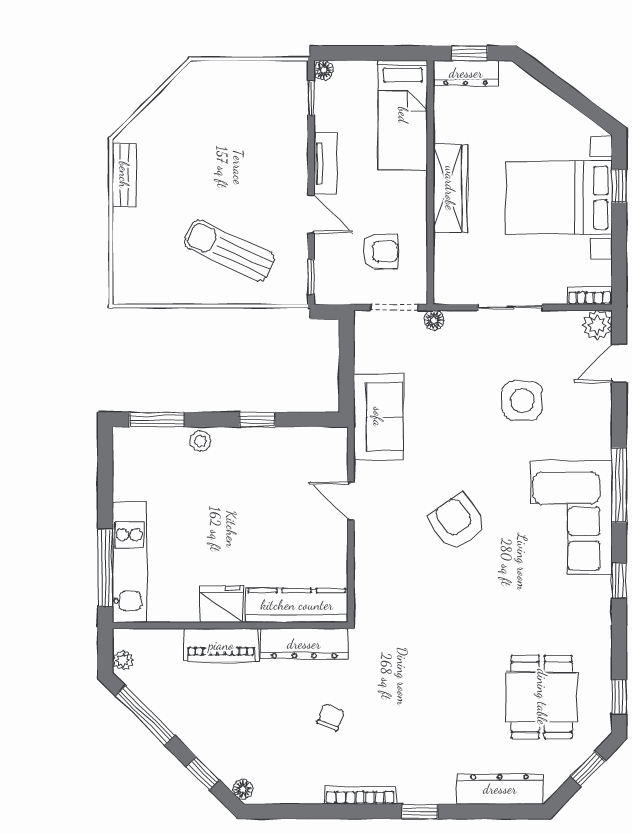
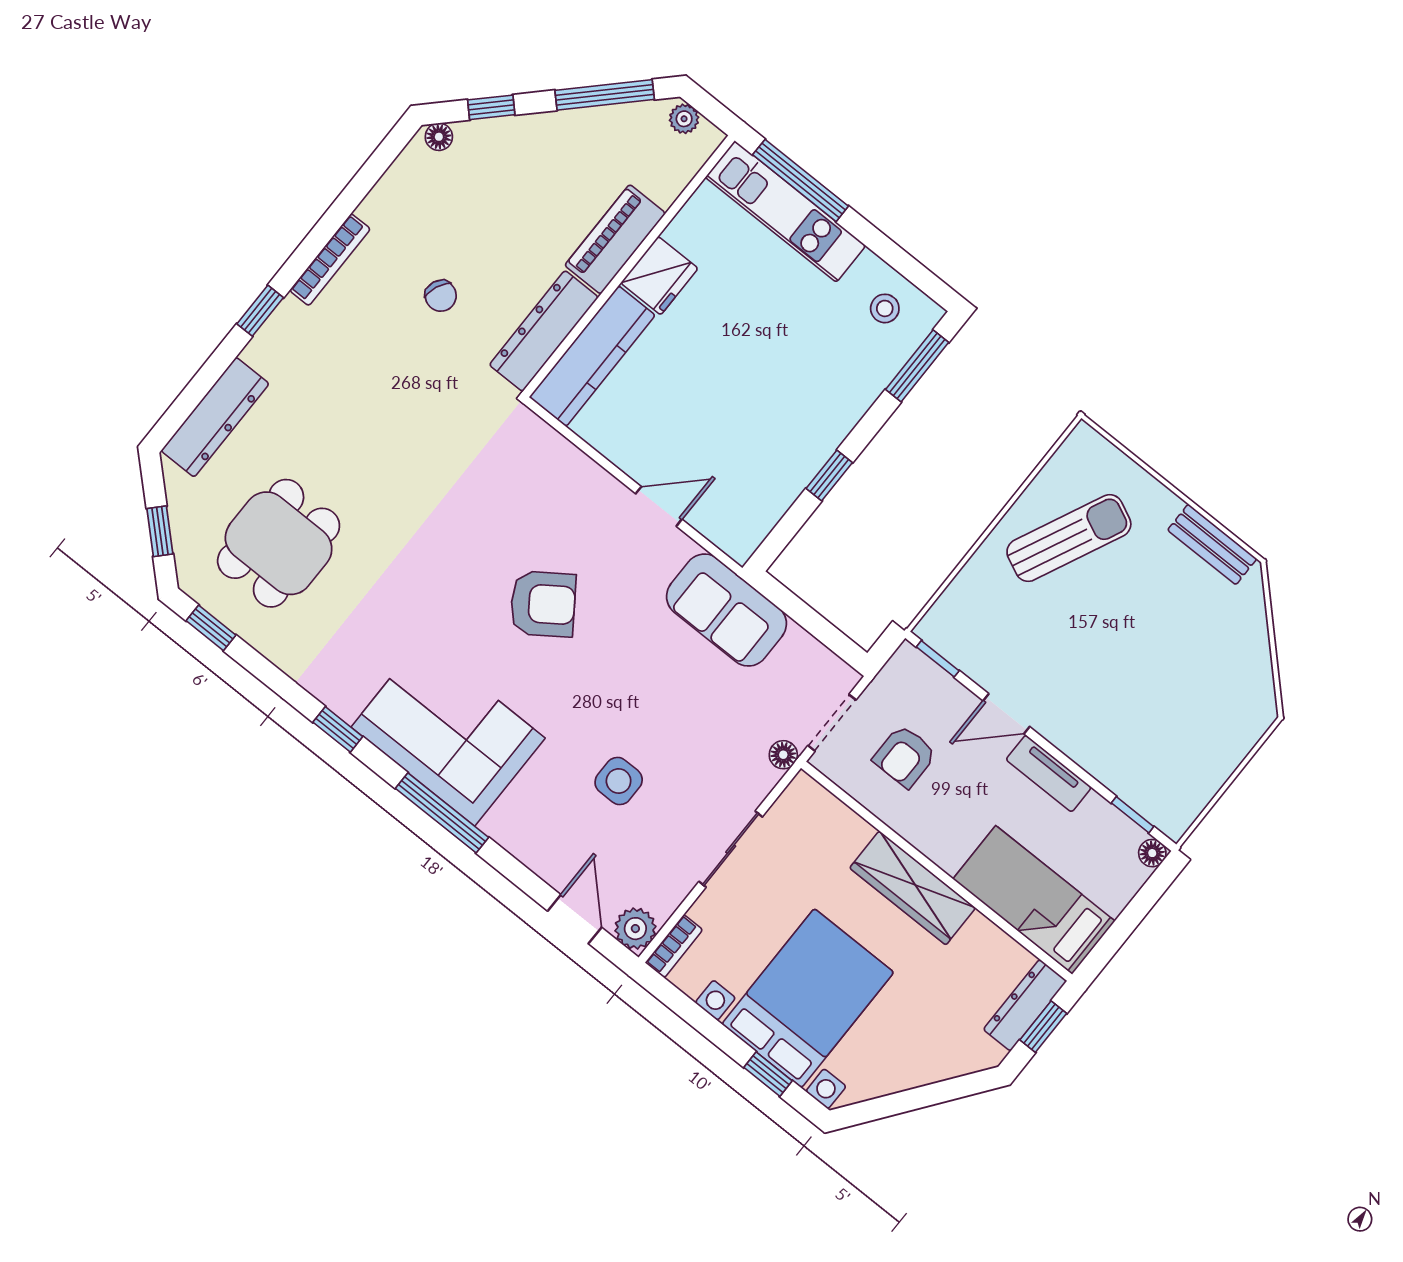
sun lounger: (229, 251) -> (1069, 538), moved
side table: (522, 401) -> (619, 781), width x0.73, depth x0.73
stool: (200, 441) -> (885, 308), moved
dining table: (542, 697) -> (279, 543), turned 90

